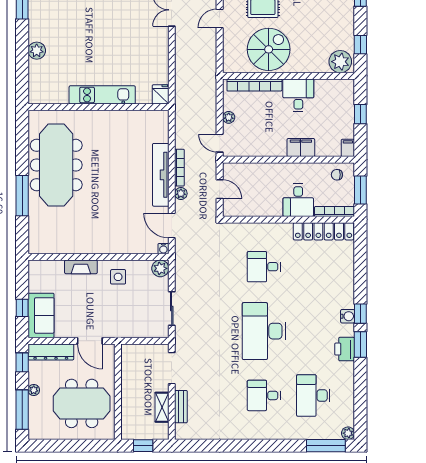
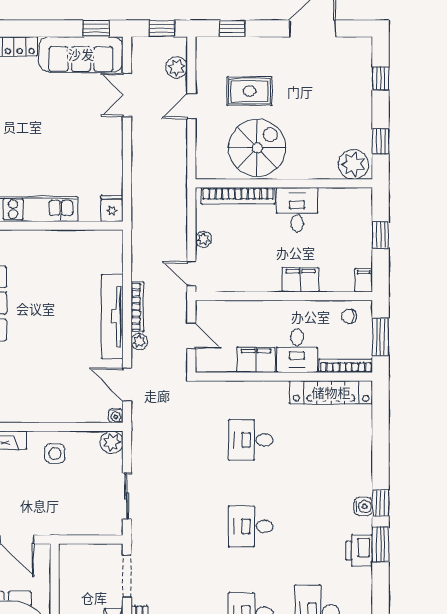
filing cabinet: (268, 207) -> (256, 360), added
desk: (264, 331) -> (251, 526), width x0.53, depth x0.77

